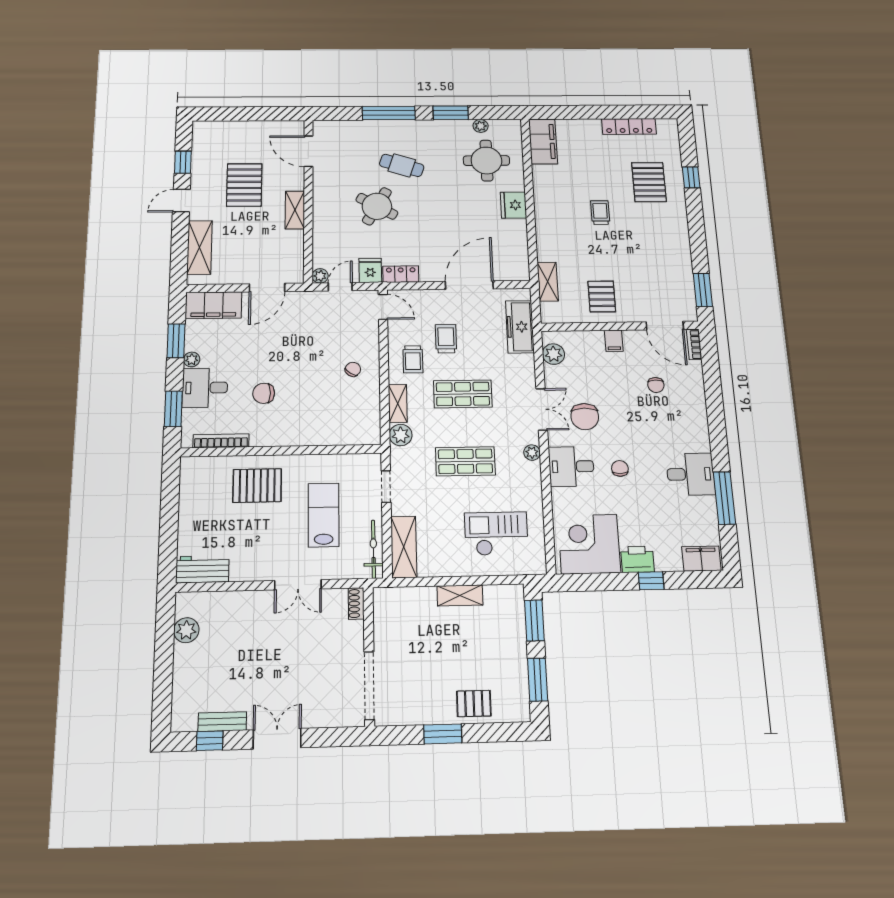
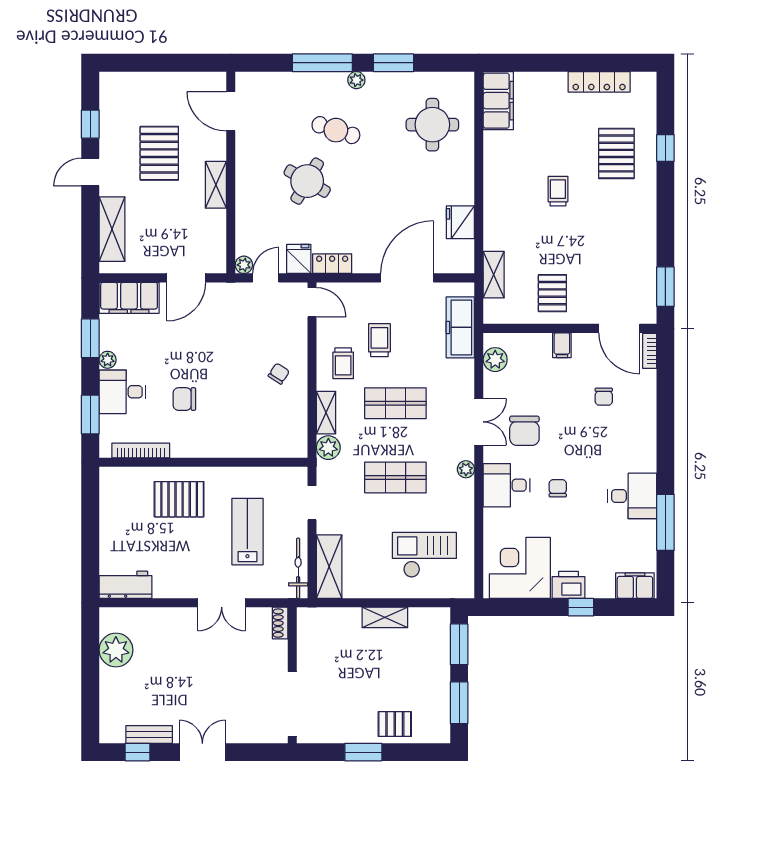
plant: (481, 126) -> (356, 80), moved
fridge: (513, 205) -> (460, 222), moved
plant: (186, 630) -> (116, 650), width x1.36, depth x1.36

